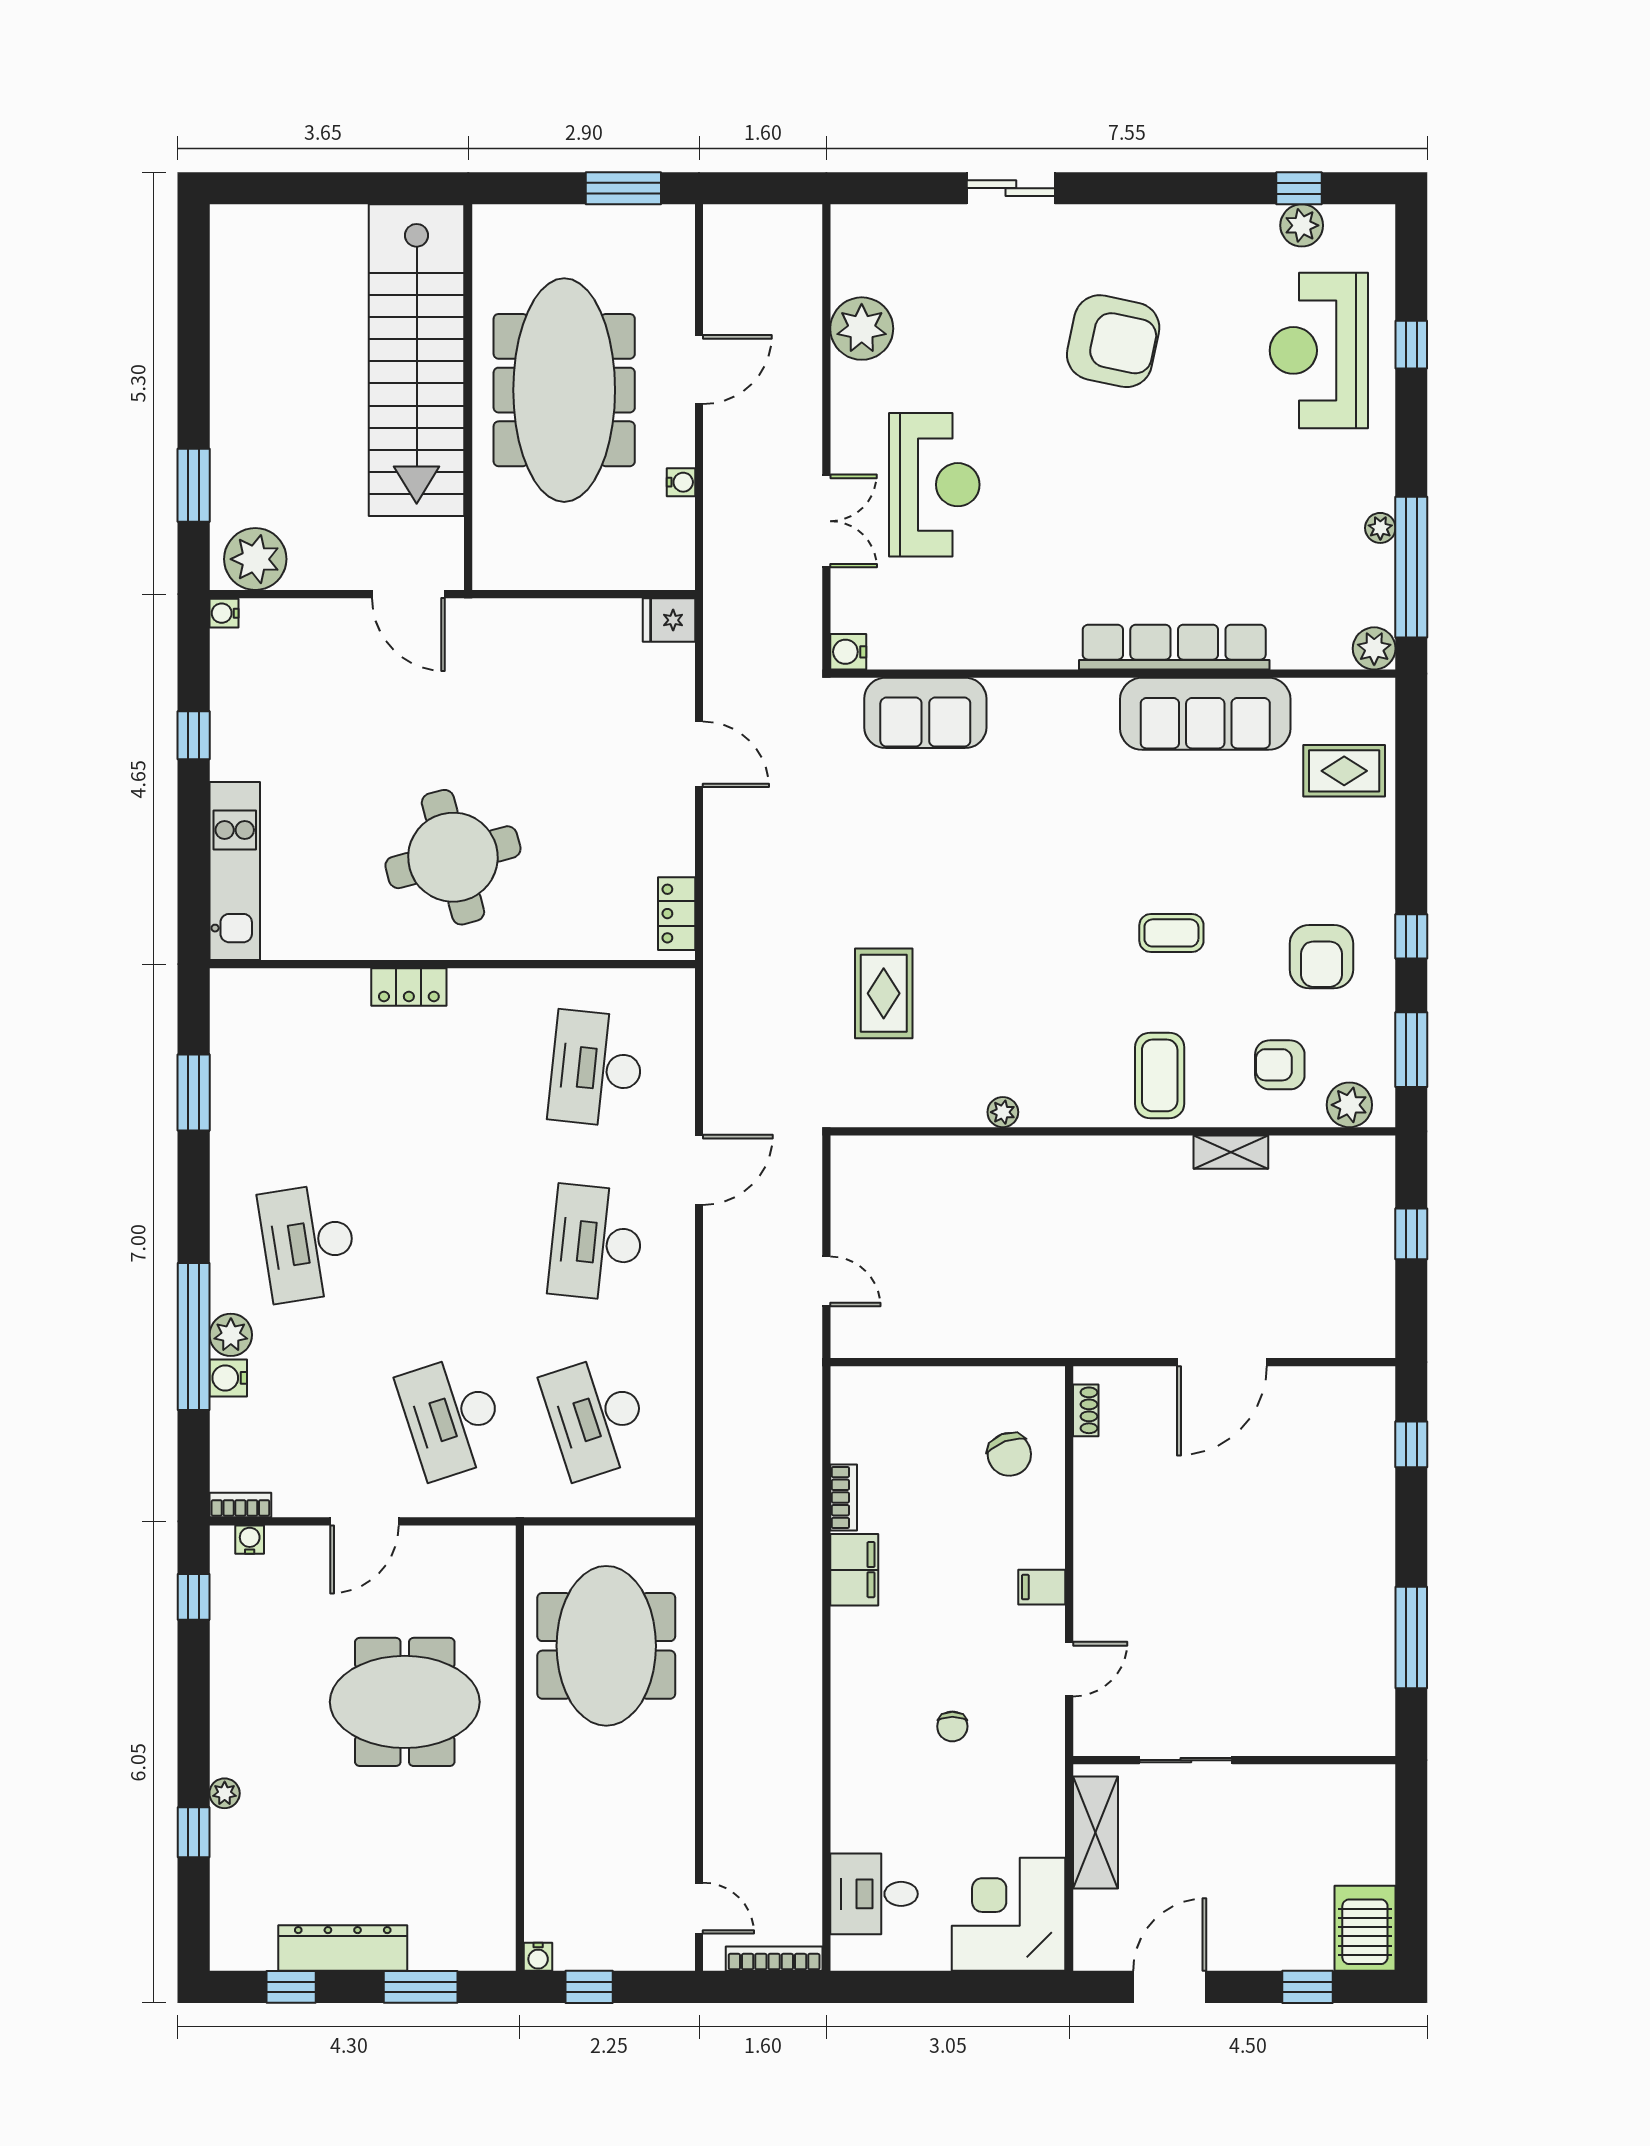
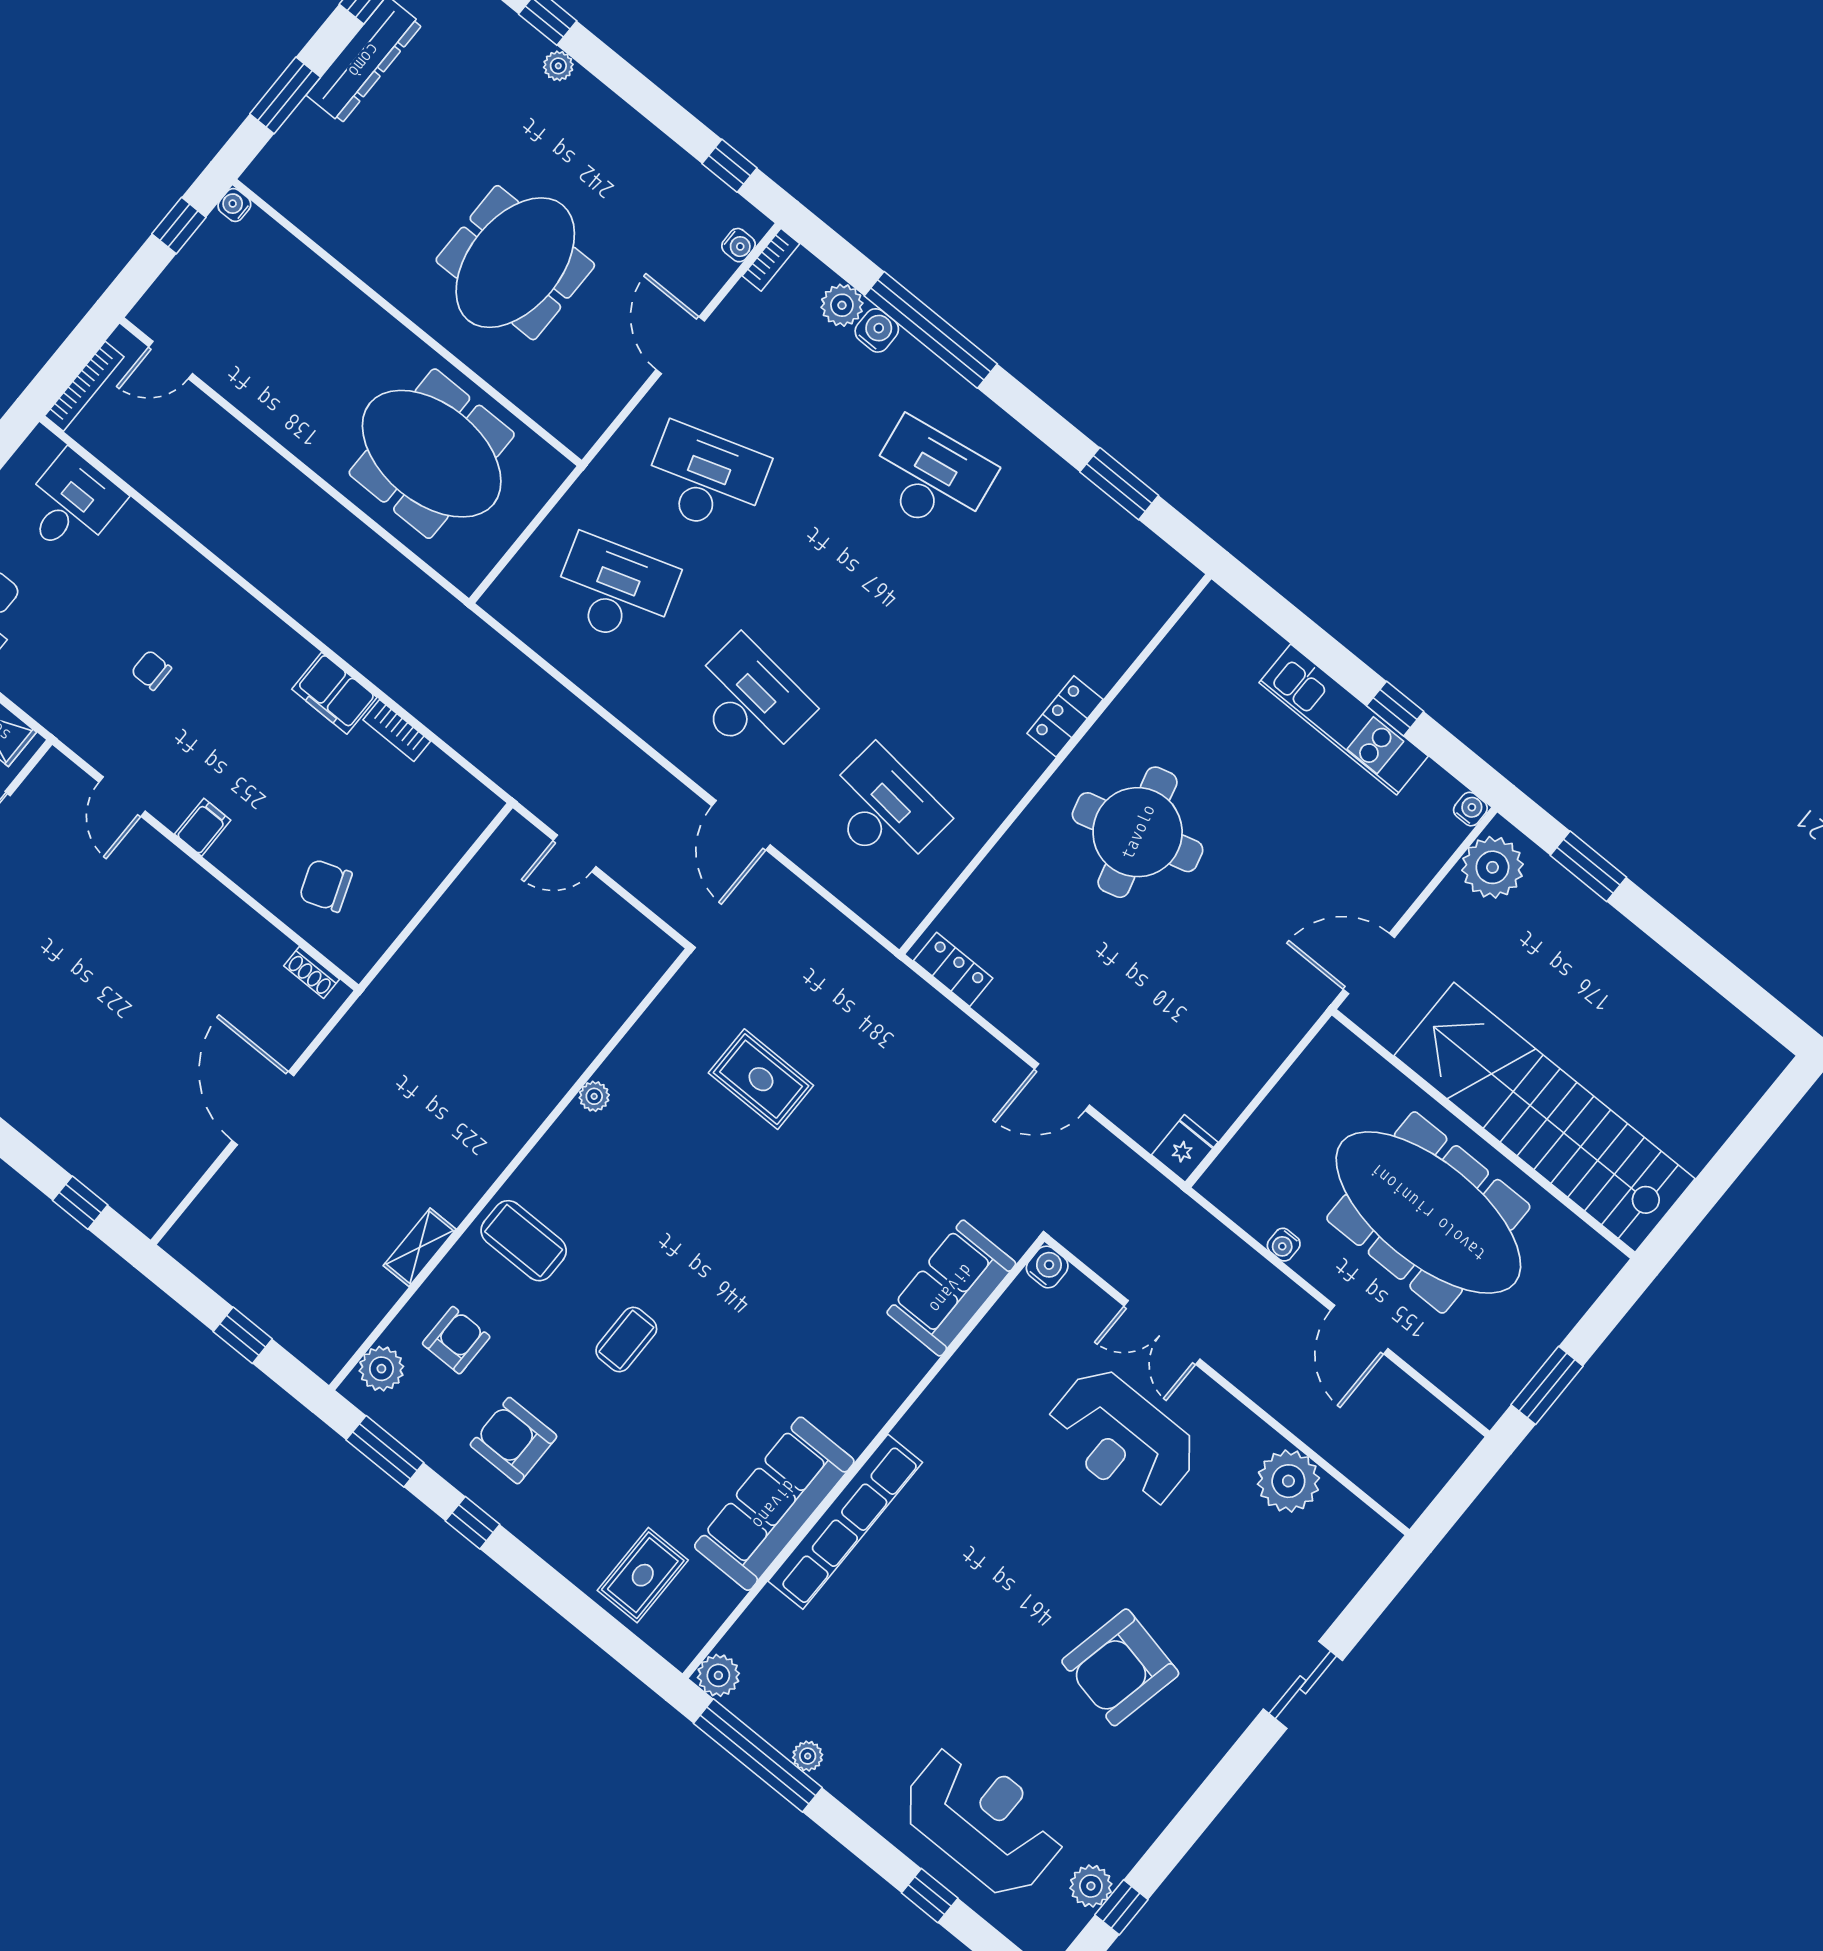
kitchen unit: (235, 871) -> (1344, 719), moved
plant: (231, 1335) -> (842, 305), moved

